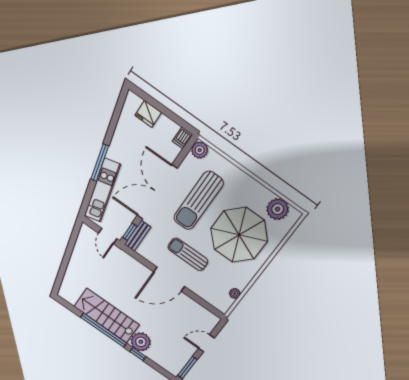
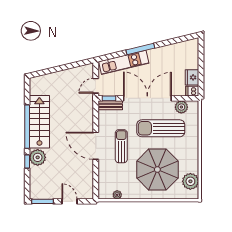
fridge: (148, 114) -> (192, 77), moved
plant: (200, 150) -> (181, 107), moved

